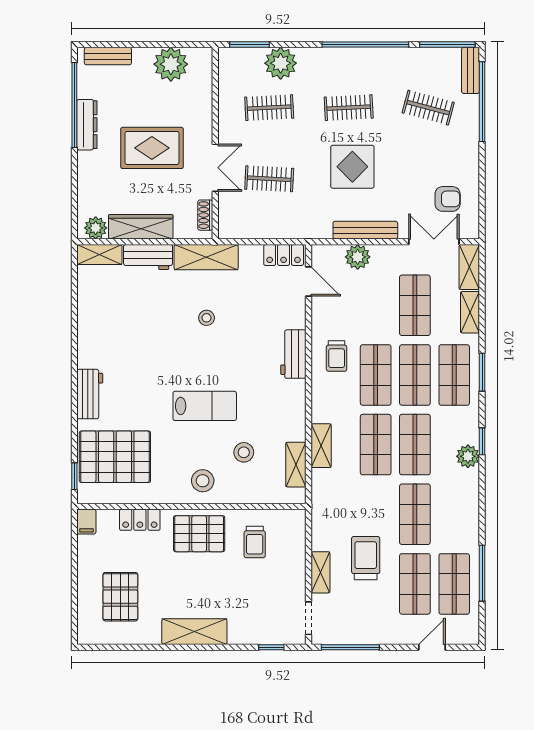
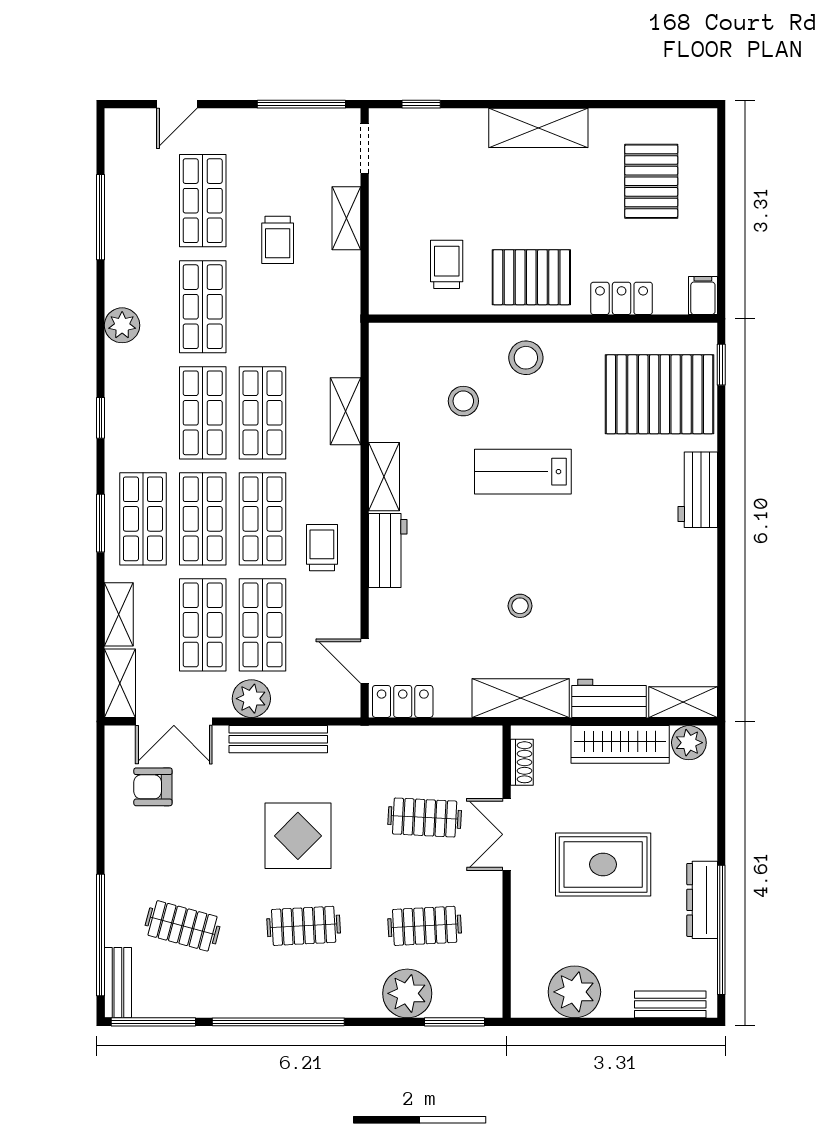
plant: (358, 257) -> (251, 699), moved
plant: (468, 456) -> (122, 325), moved
shelving: (296, 465) -> (384, 477), moved
trolley: (366, 558) -> (278, 240), width x0.73, depth x0.72
shop shelf: (454, 584) -> (262, 625), moved

